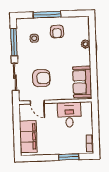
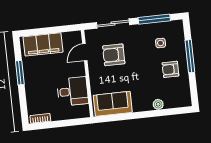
armchair: (41, 78) -> (114, 55), turned 90
window: (69, 157) -> (20, 73), moved

